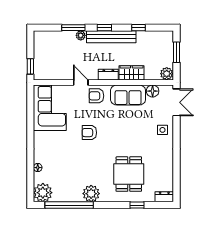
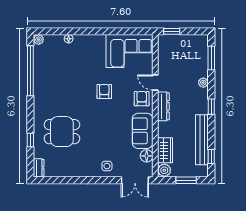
window: (73, 28) -> (211, 58), moved
window: (139, 28) -> (211, 156), moved
bench: (111, 37) -> (202, 140), moved
wardrobe: (131, 73) -> (165, 150), moved
dresser: (108, 75) -> (163, 106), width x1.44
door: (81, 82) -> (155, 83), swing flipped
plant: (43, 193) -> (39, 40), width x0.53, depth x0.53
plant: (91, 194) -> (42, 93), removed

